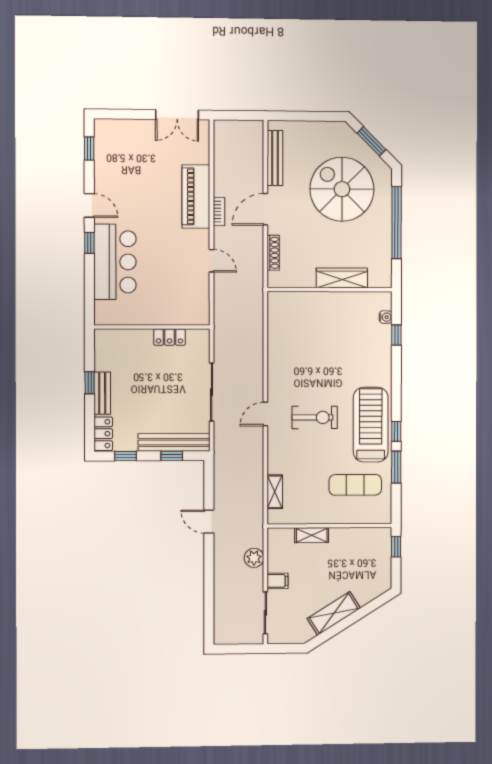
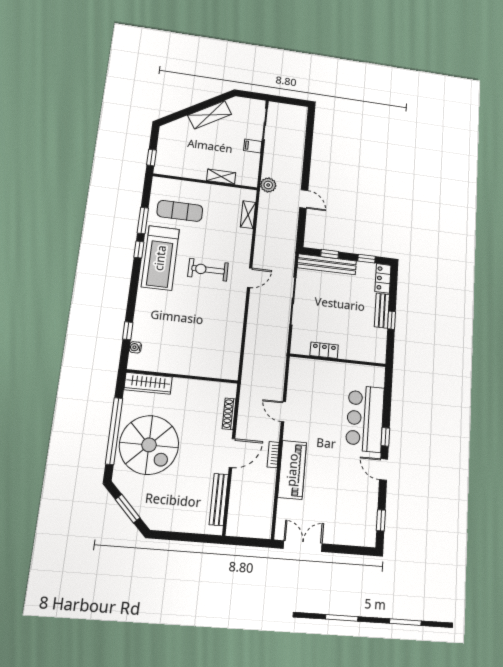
spiral stairs: (342, 189) -> (149, 445), moved
wardrobe: (342, 278) -> (148, 383), moved
plant: (254, 558) -> (268, 185), moved

